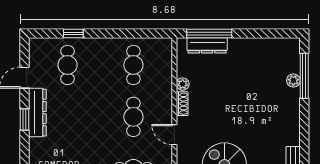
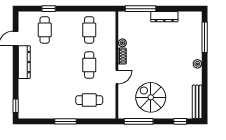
dresser: (207, 45) -> (164, 17), moved
plant: (293, 81) -> (197, 64), moved
window: (24, 120) -> (16, 67), removed
door: (174, 135) -> (117, 77), swing flipped

